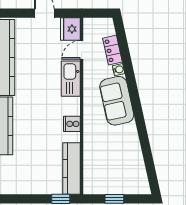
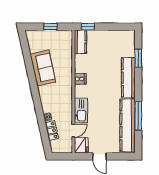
sofa: (117, 101) -> (43, 68), moved
kitchen counter: (72, 169) -> (80, 42), width x0.67

